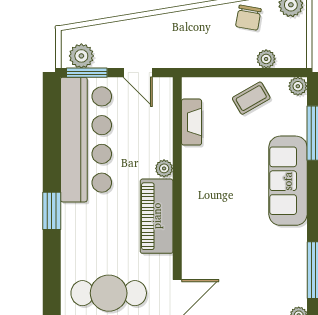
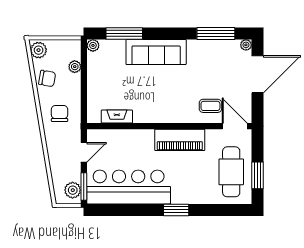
chair: (196, 36) -> (60, 114), added
coffee table: (251, 98) -> (210, 106), moved, turned -60
plant: (164, 168) -> (148, 135), removed

